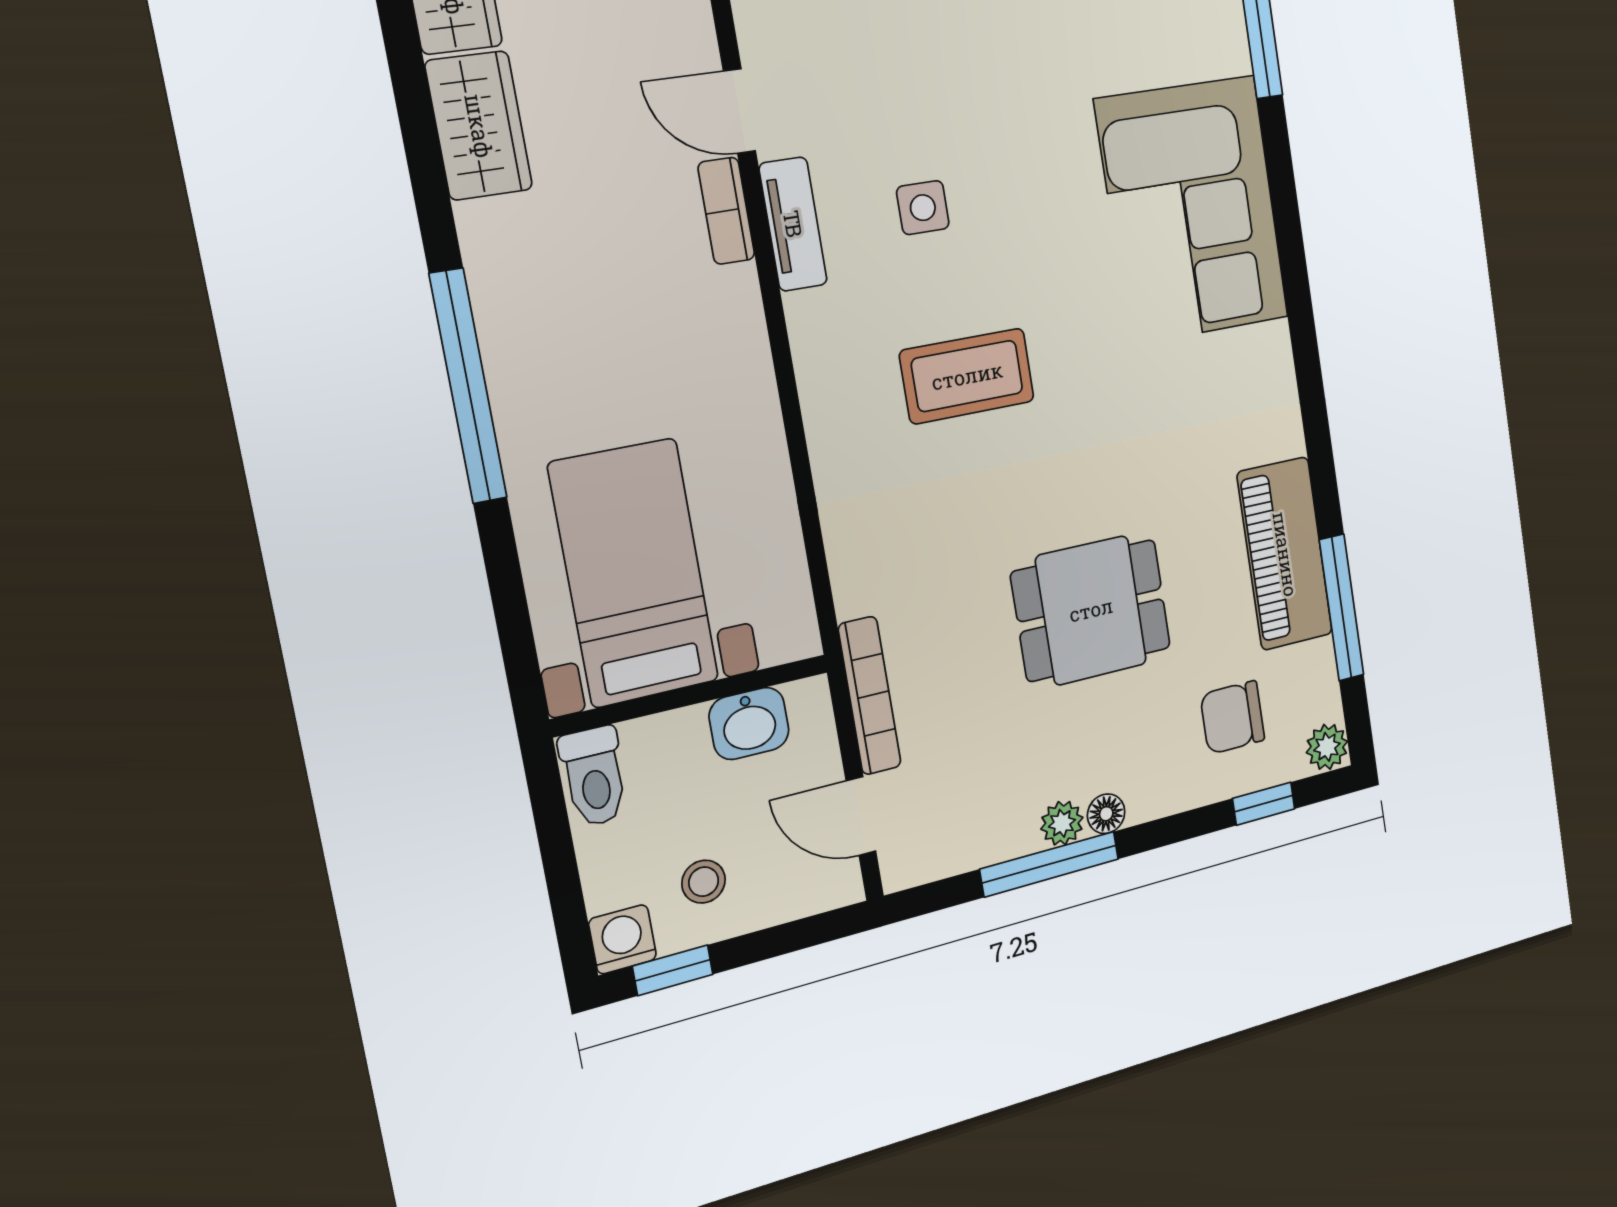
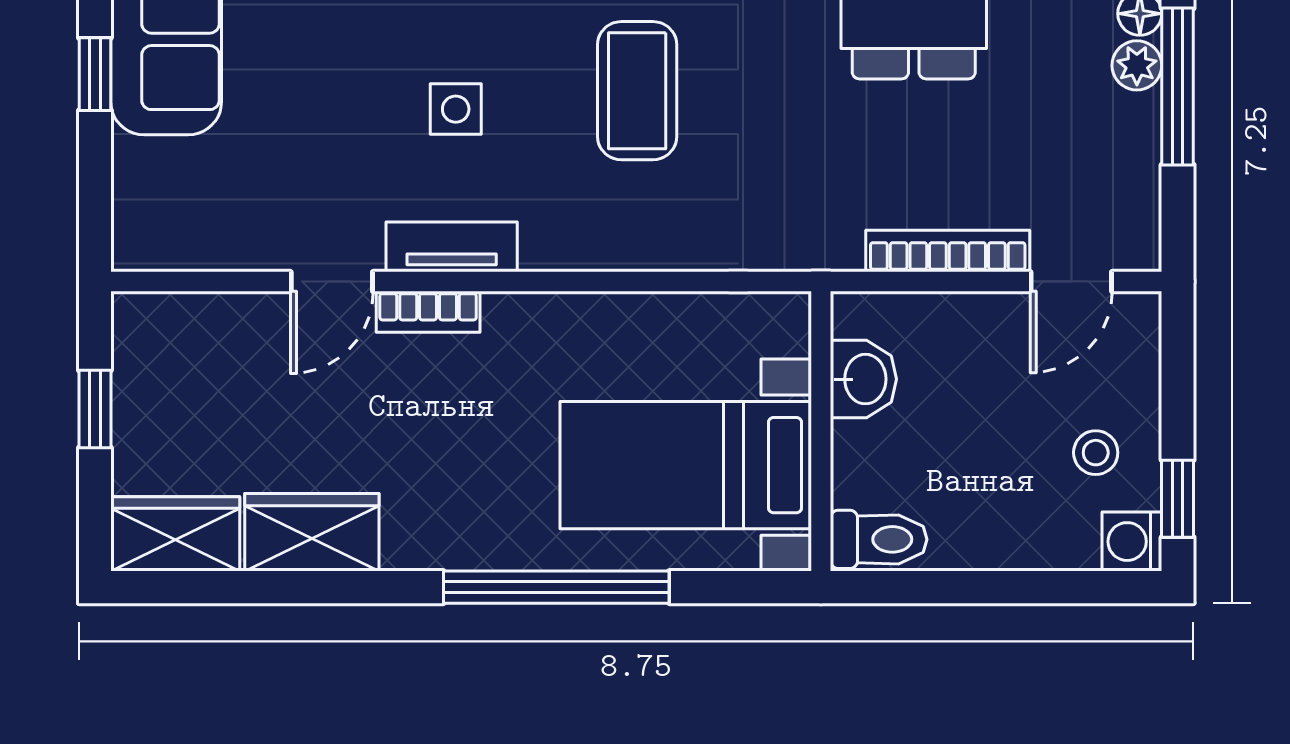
bed with nightstands: (634, 573) -> (686, 465), moved
wall: (691, 695) -> (821, 431), moved
washbasin: (749, 723) -> (863, 379), moved
toilet: (594, 777) -> (879, 539), moved

